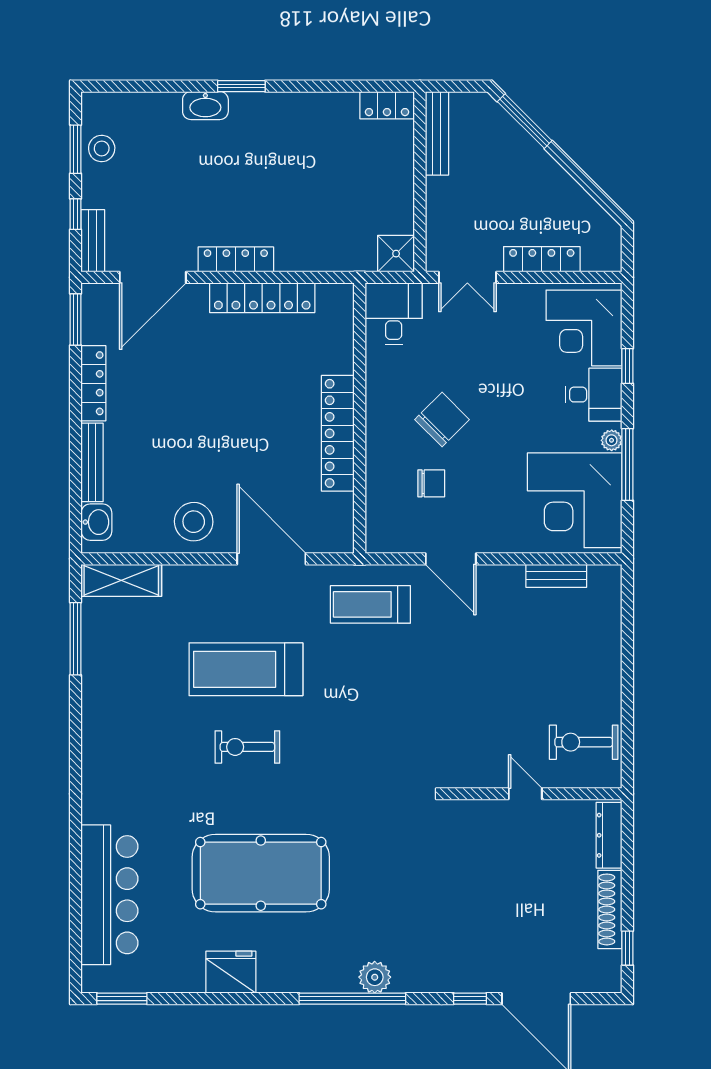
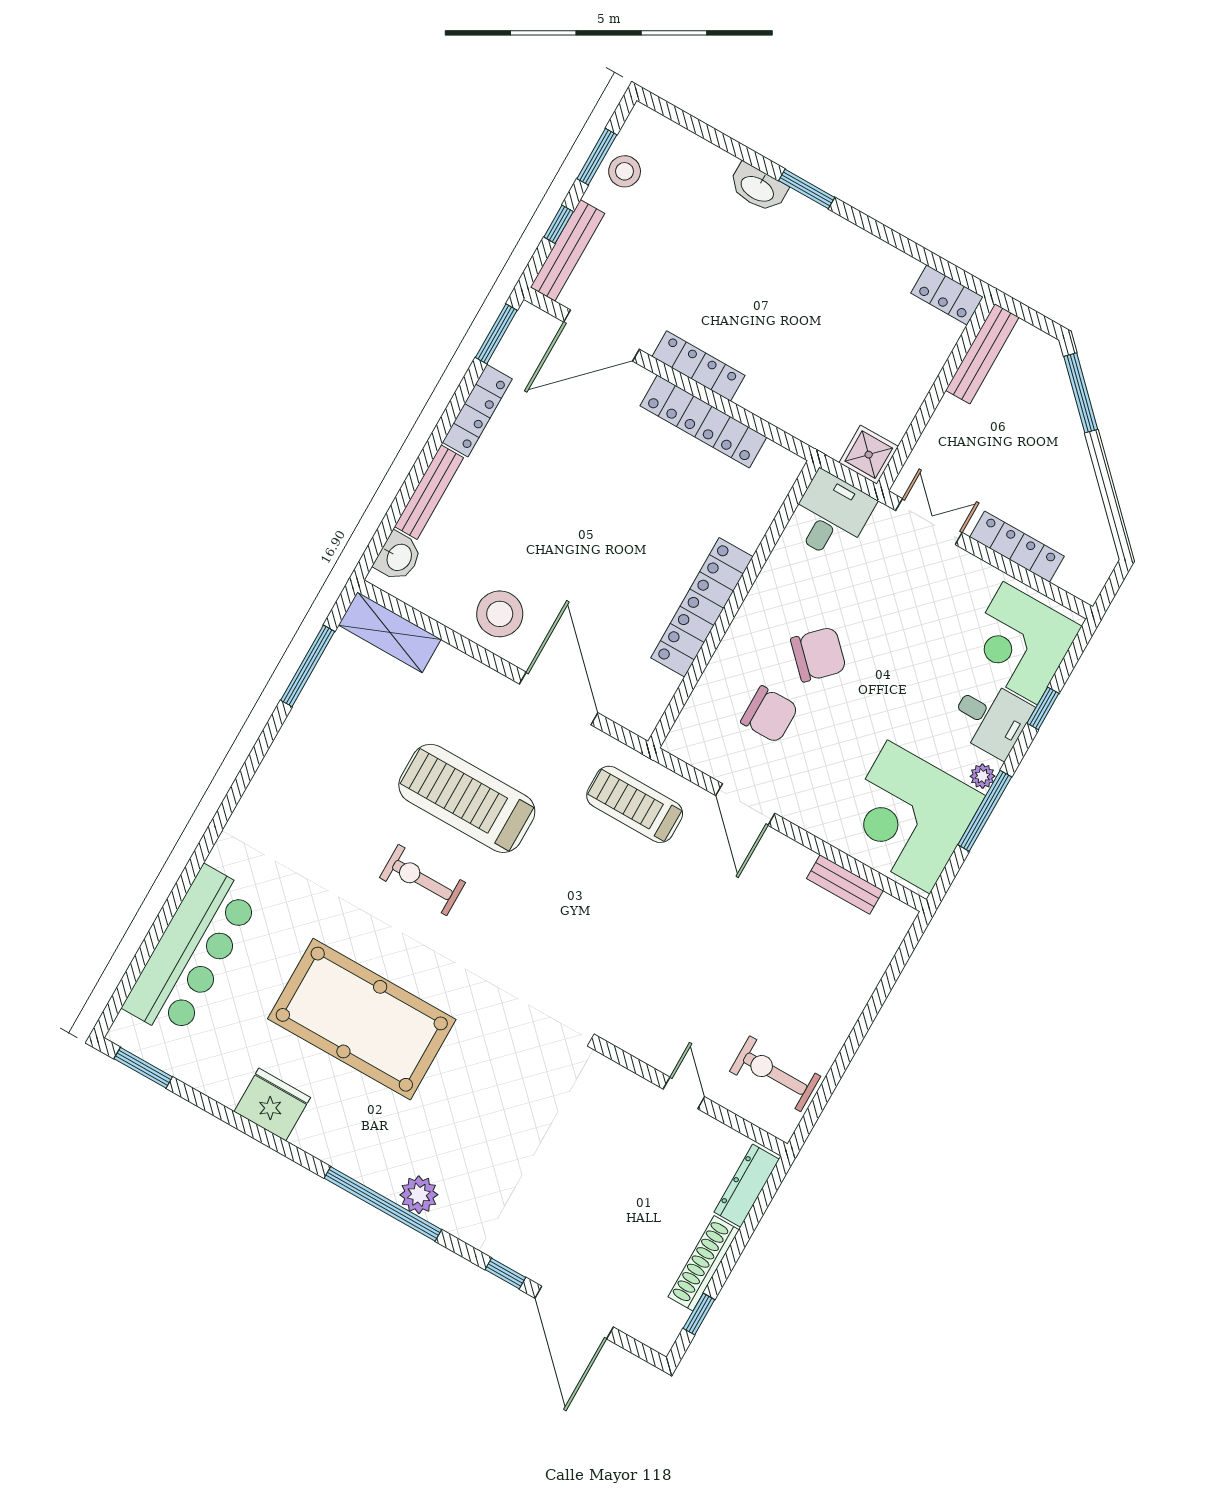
bench: (93, 241) -> (568, 250), width x1.36
double door: (467, 277) -> (929, 522), swing flipped
chair: (431, 483) -> (769, 714), width x1.37, depth x1.37

